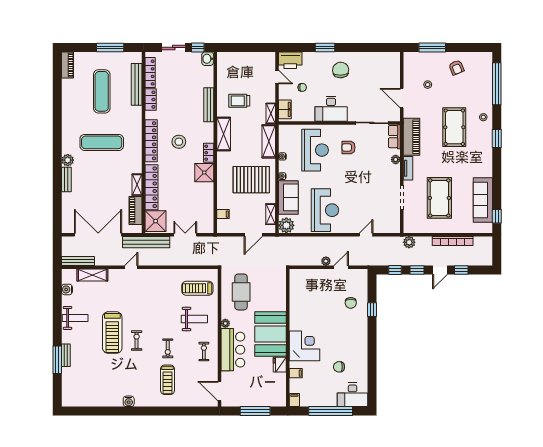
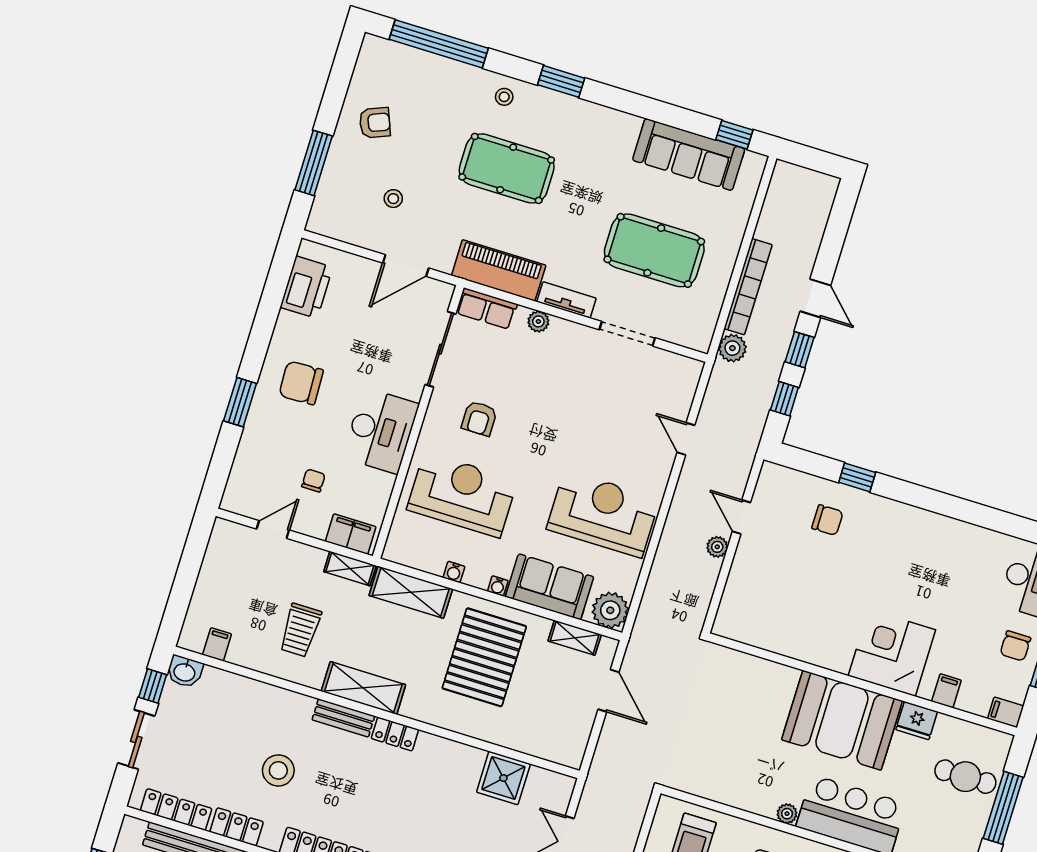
printer: (290, 60) -> (306, 287), moved
bench: (209, 105) -> (343, 718), moved, width x0.73
stool: (179, 142) -> (278, 770), moved
shower: (204, 173) -> (503, 778), moved
filing cabinet: (223, 214) -> (217, 644), moved
bookcase: (453, 241) -> (748, 287), moved
window: (461, 270) -> (830, 251), removed
cafe table: (241, 292) -> (965, 777), moved, width x0.73, depth x0.74
chair: (339, 367) -> (1015, 646), moved

